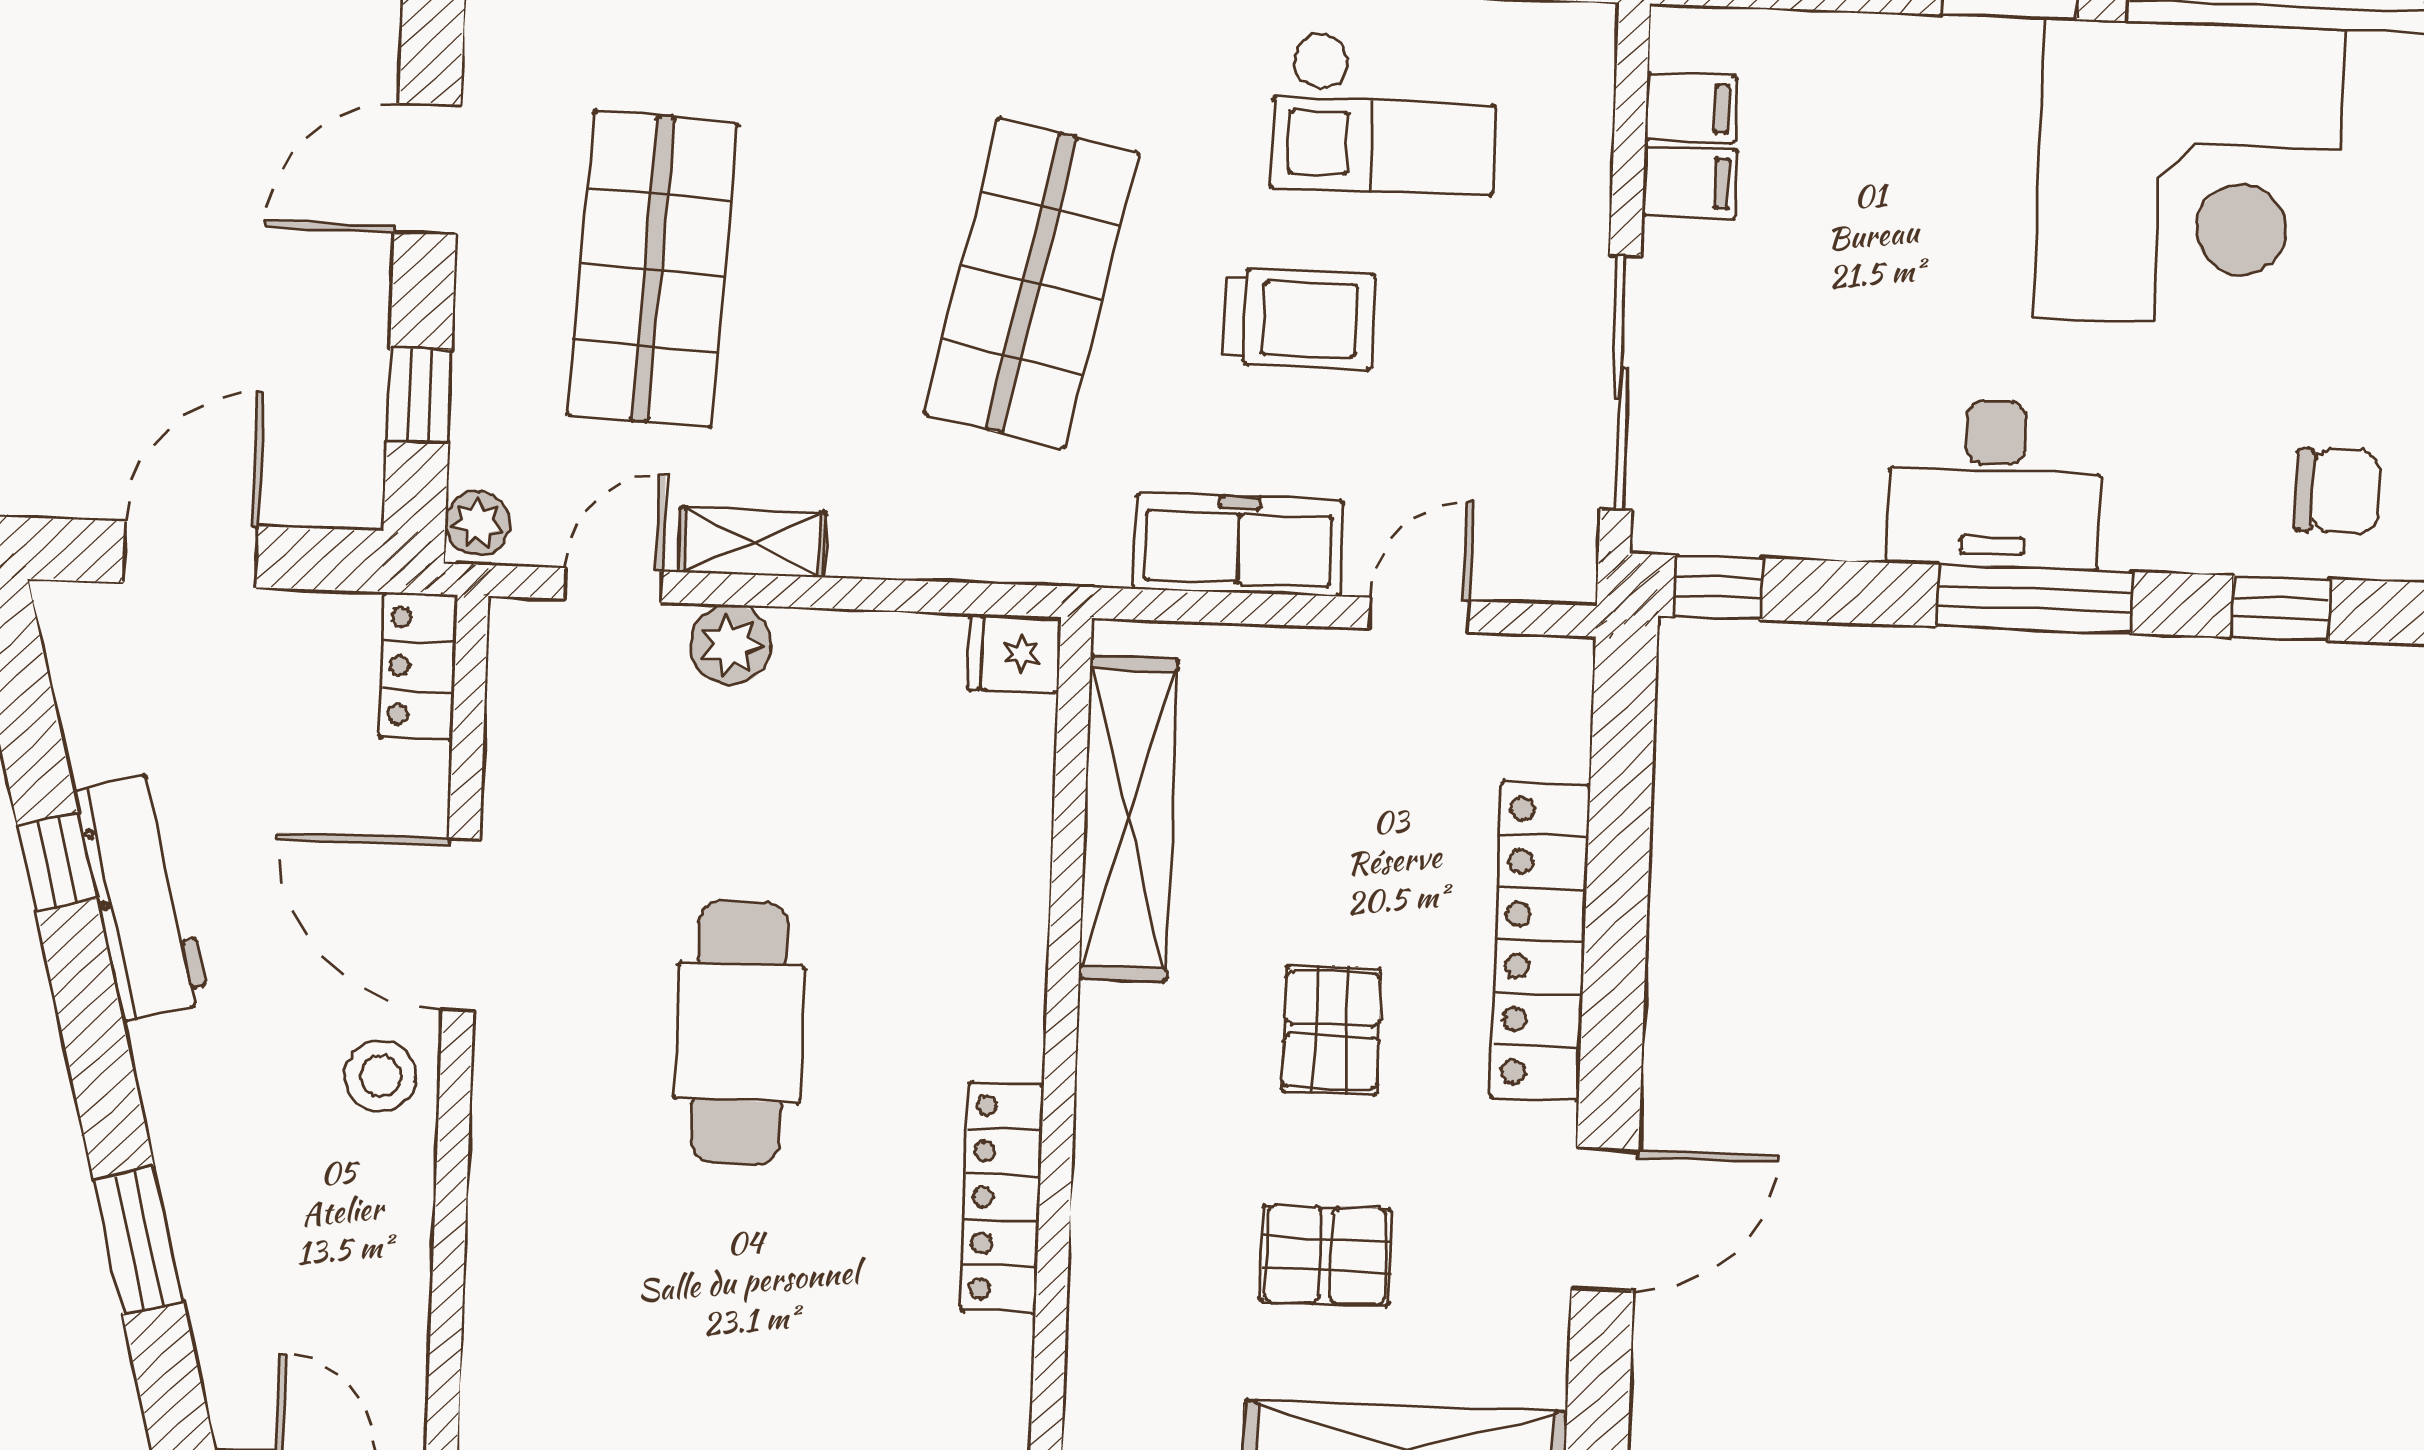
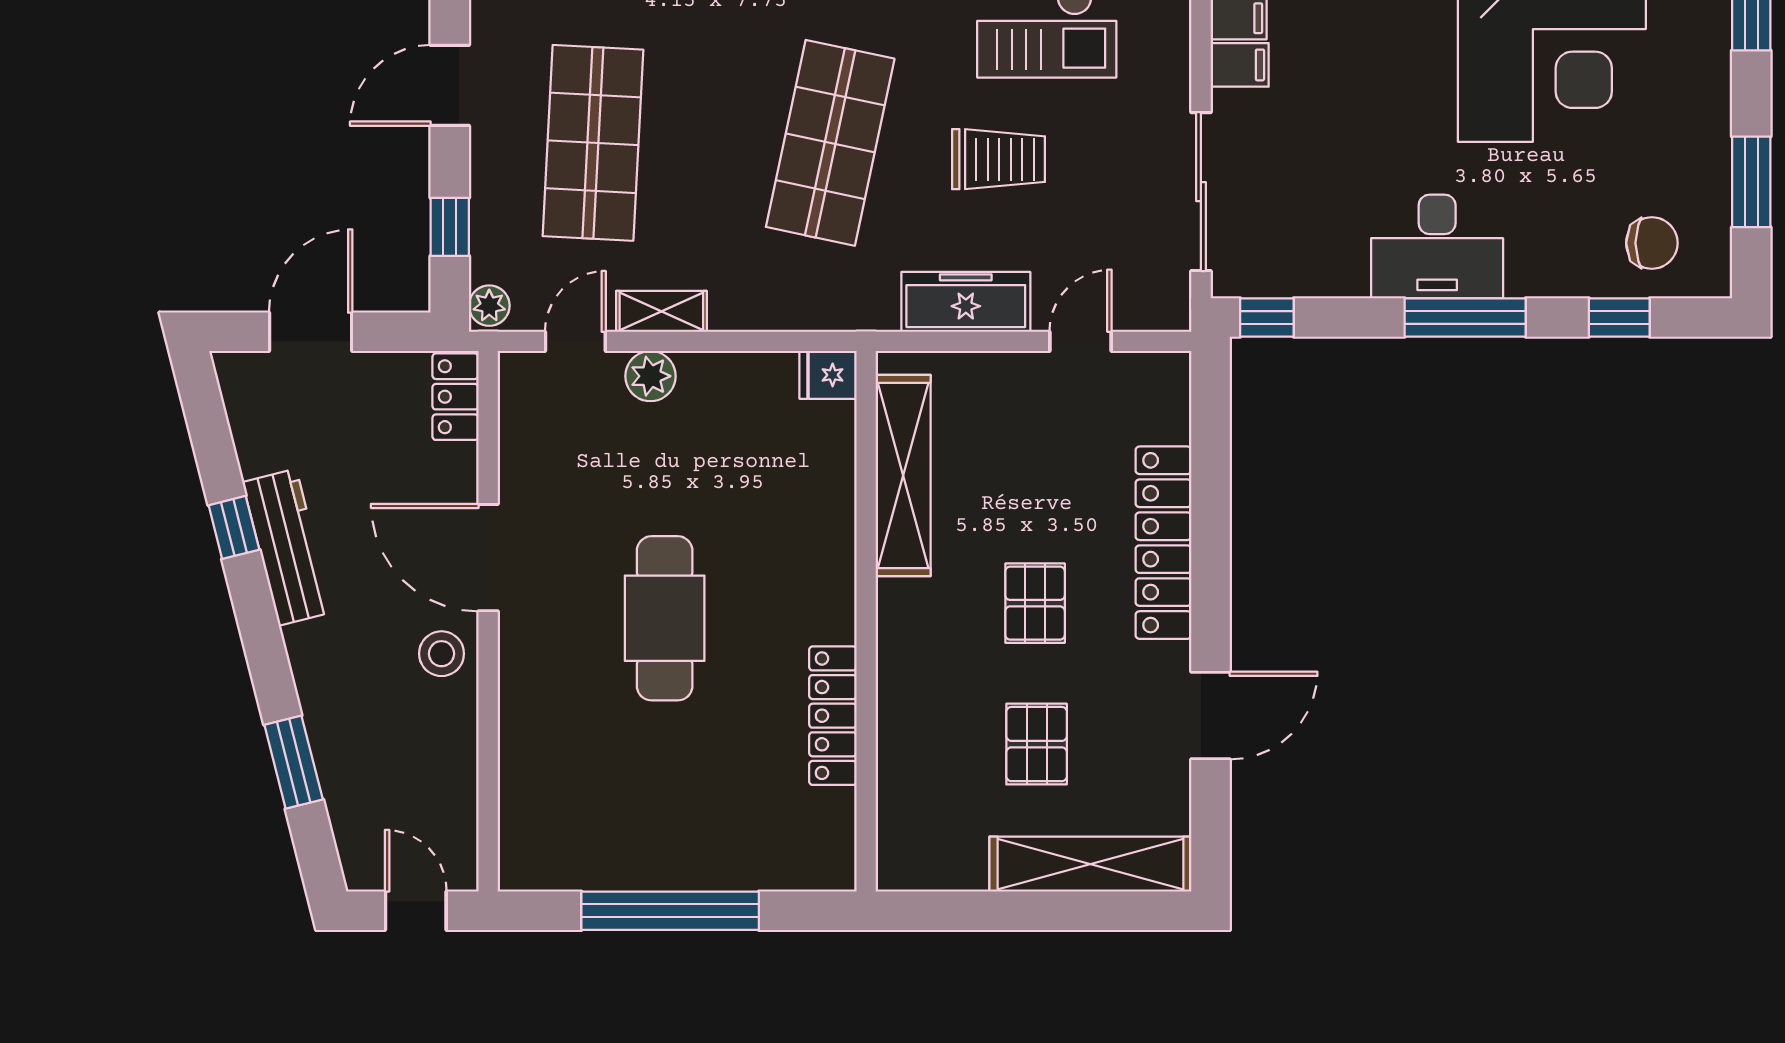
pallet: (1326, 1255) -> (1037, 744), turned 90

